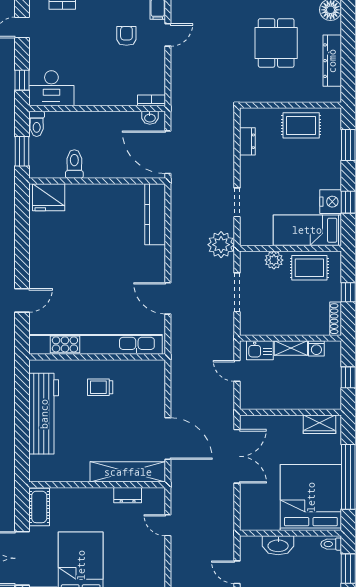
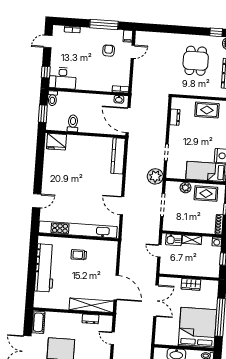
washing machine: (316, 348) -> (217, 242), moved
wardrobe: (320, 424) -> (191, 284), moved

